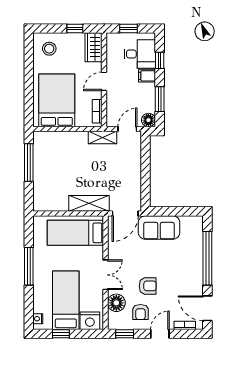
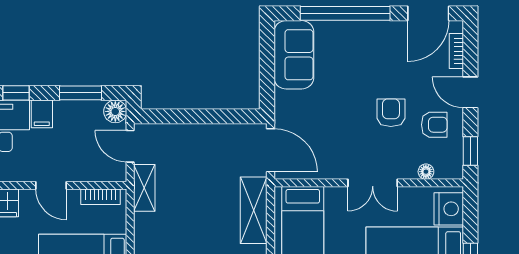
sofa: (159, 227) -> (294, 55), moved
double door: (105, 275) -> (373, 183), swing flipped
floor lamp: (116, 303) -> (426, 172), width x0.53, depth x0.53

